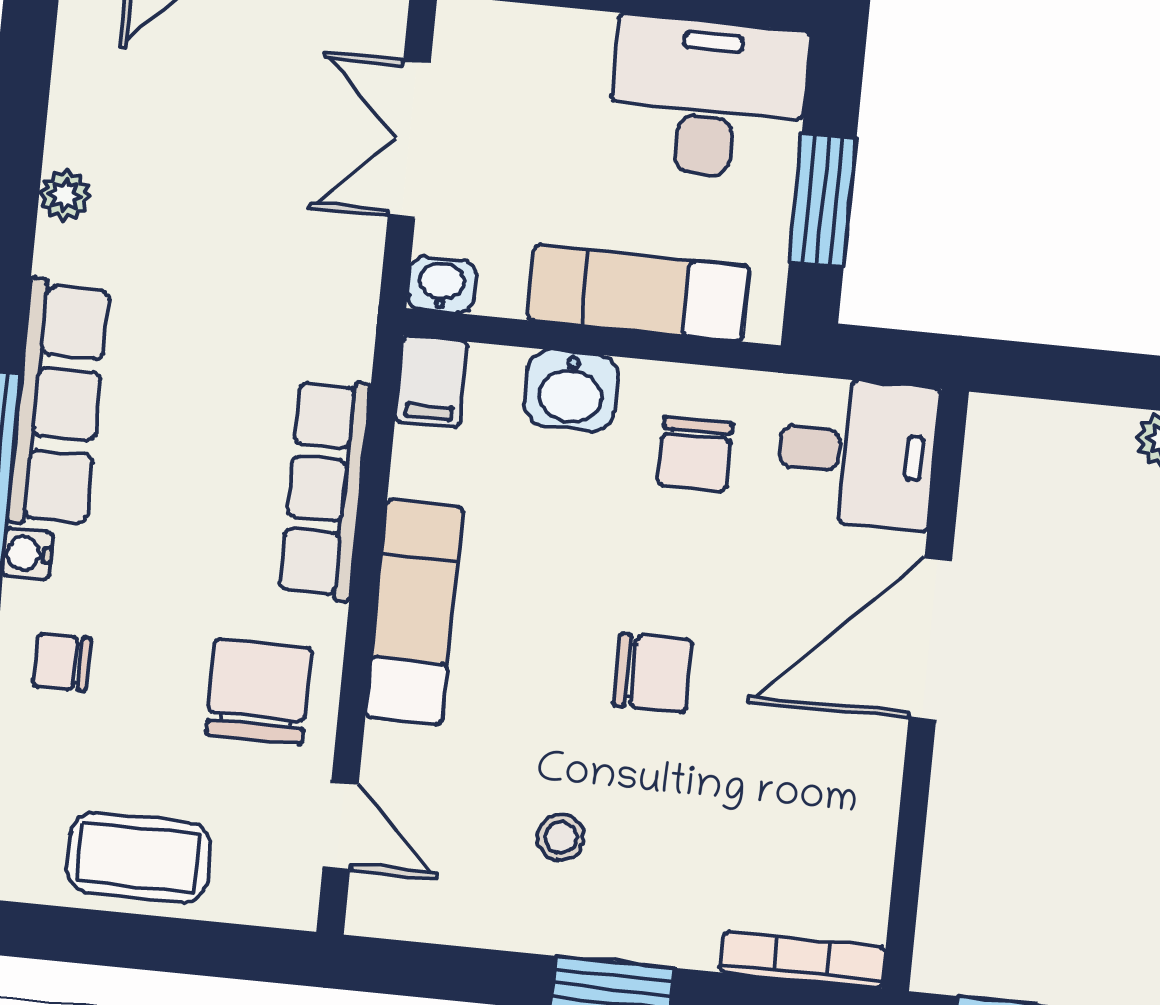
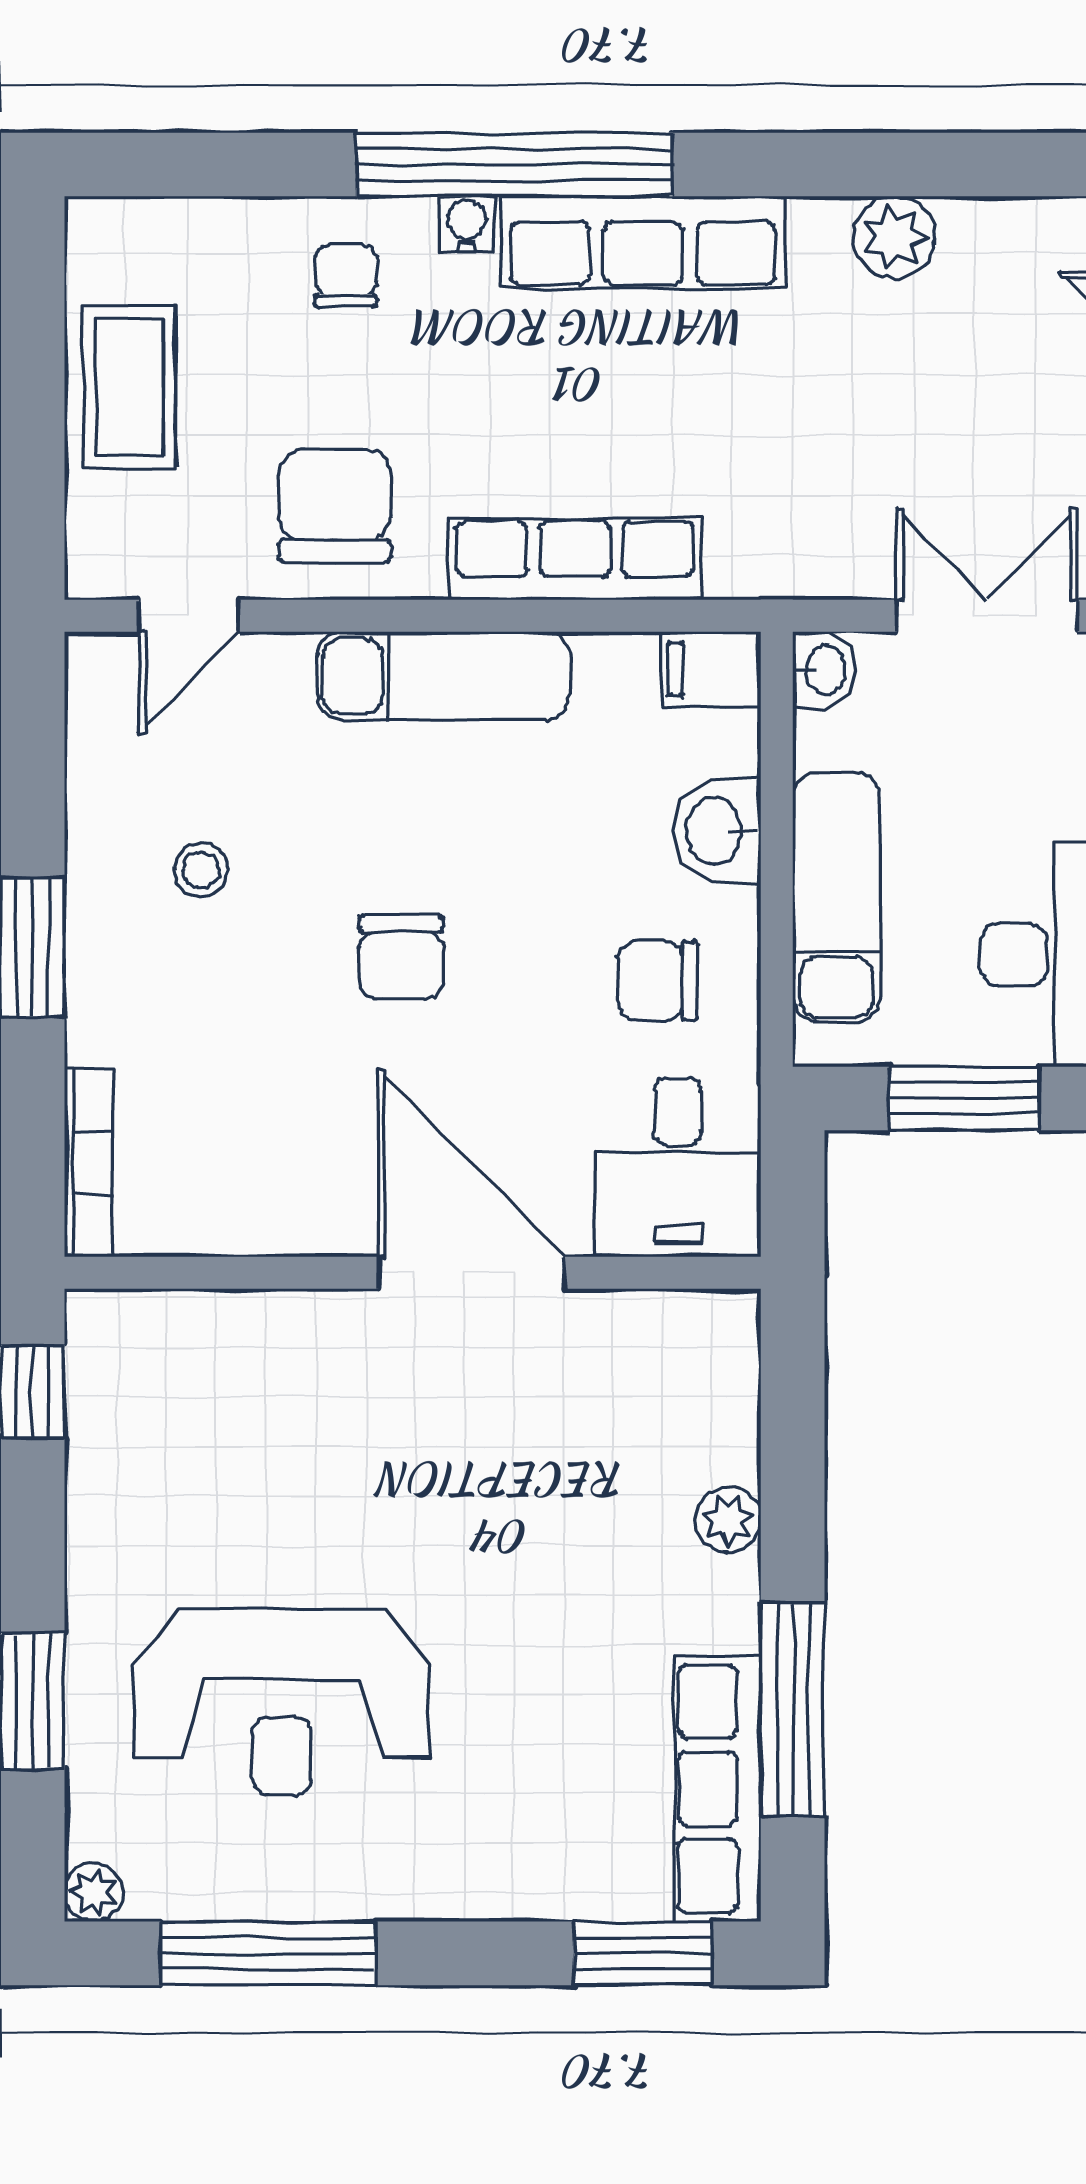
plant: (65, 195) -> (894, 237), width x1.38, depth x1.38
chair: (259, 691) -> (335, 506), turned -90

